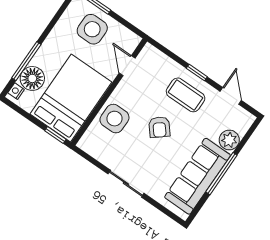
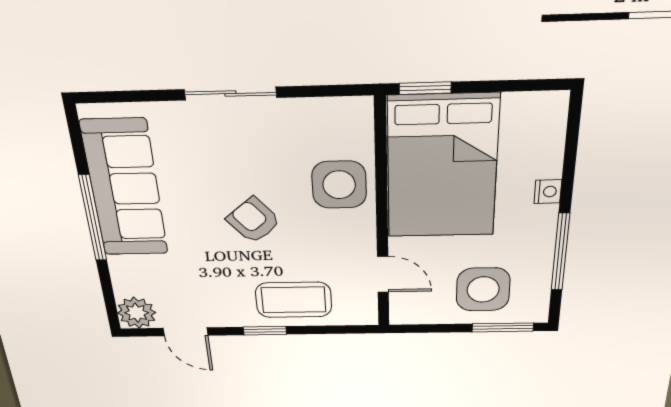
window: (26, 61) -> (560, 252), moved
floor lamp: (32, 78) -> (538, 154), removed
nightstand: (16, 91) -> (548, 192), moved
coffee table: (186, 95) -> (294, 300), moved
plant: (229, 140) -> (137, 313), moved

